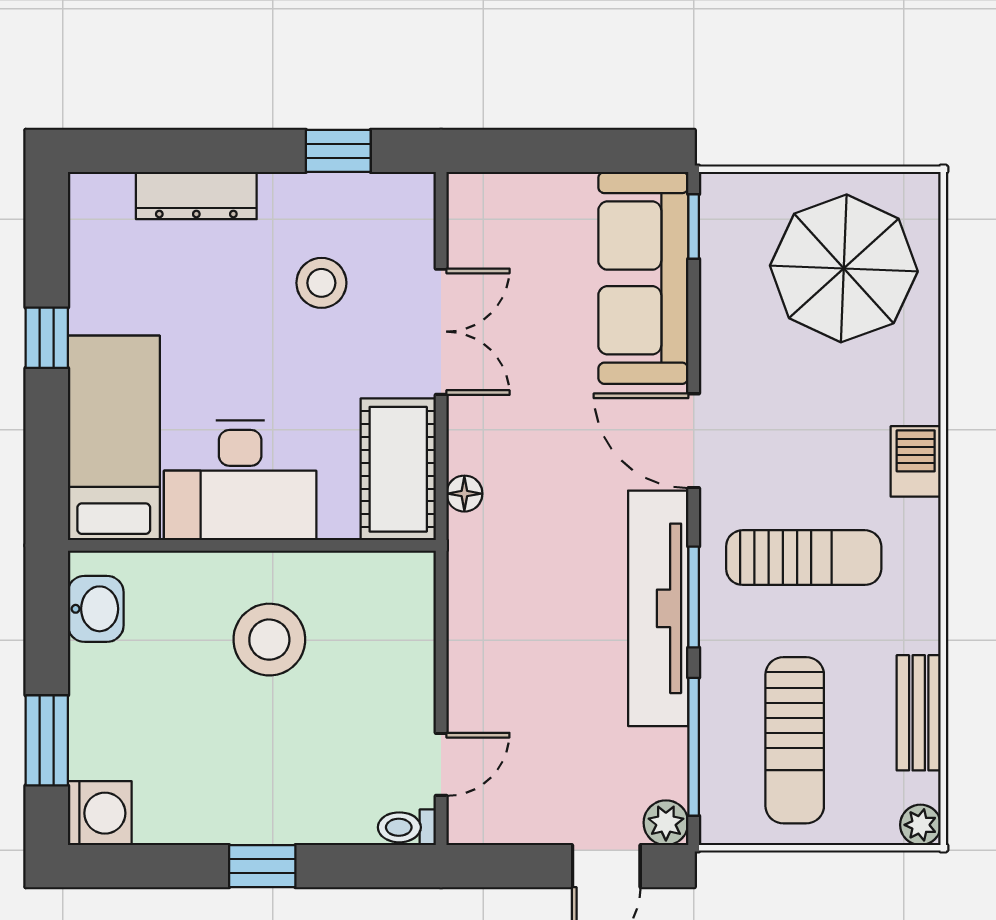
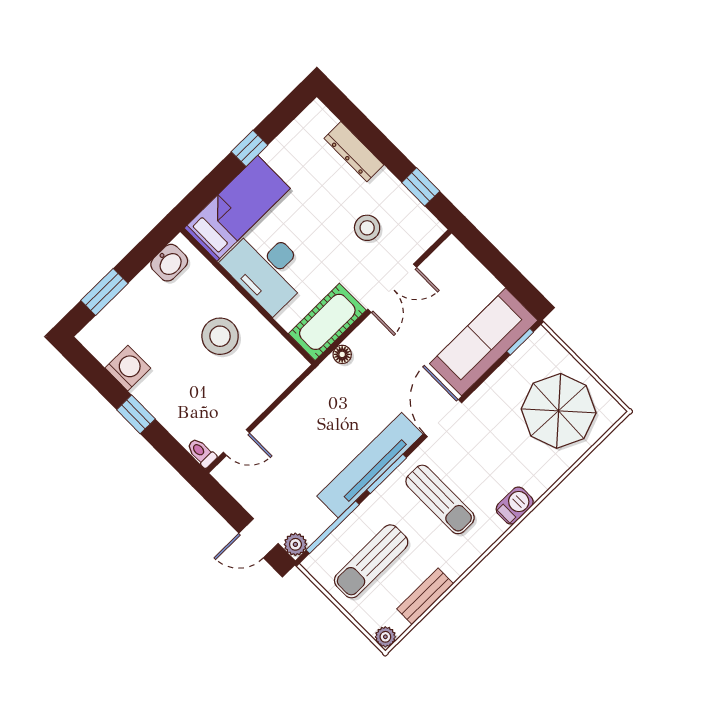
washing machine: (100, 813) -> (128, 368), moved, turned -90

